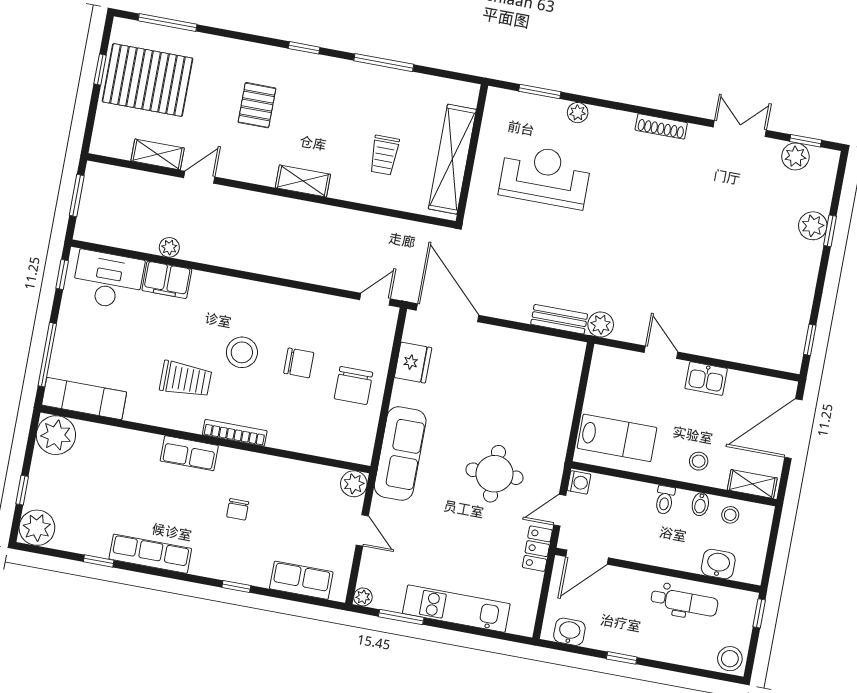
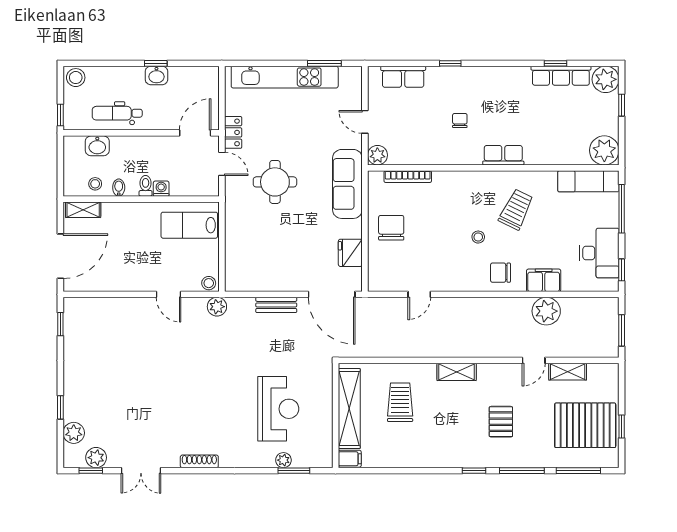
window: (384, 63) -> (522, 471), moved
filing cabinet: (464, 93) -> (350, 459), added
plant: (578, 113) -> (283, 460), moved
trolley: (384, 155) -> (400, 402), width x1.36, depth x1.39
reception desk: (545, 176) -> (278, 409), turned -90
plant: (813, 226) -> (74, 433), moved
plant: (169, 247) -> (546, 311), width x1.87, depth x1.87
desk: (108, 280) -> (599, 253), moved, turned -90
door: (375, 299) -> (419, 294), moved
bench: (559, 319) -> (276, 305), moved
stool: (242, 352) -> (478, 237), width x0.53, depth x0.53
chair: (299, 363) -> (500, 273), moved
trolley: (186, 379) -> (516, 209), turned 116
kitchen sink: (706, 379) -> (132, 281), removed
bookcase: (235, 433) -> (408, 177), moved
stool: (699, 461) -> (209, 283), moved
washing machine: (579, 482) -> (161, 189), moved, turned 90
door: (560, 510) -> (222, 164), hinge flipped
row of seats: (150, 554) -> (561, 76), moved
plant: (363, 597) -> (355, 73), removed
kitchen unit: (456, 609) -> (285, 77), width x1.36
washbasin: (569, 632) -> (156, 75), moved

